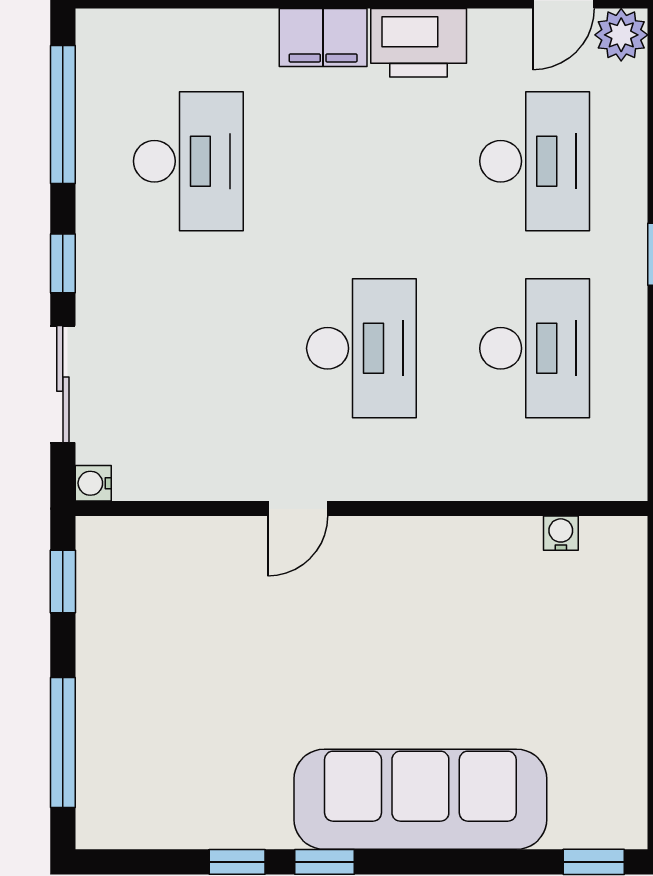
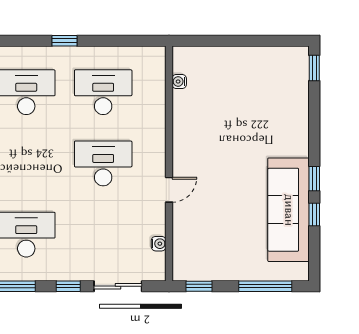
water cooler: (93, 483) -> (159, 244), moved, turned -90
door: (298, 509) -> (169, 190), hinge flipped
sofa: (420, 799) -> (289, 210), moved

